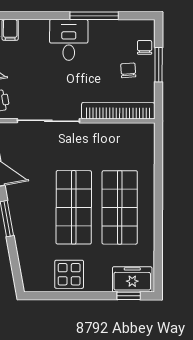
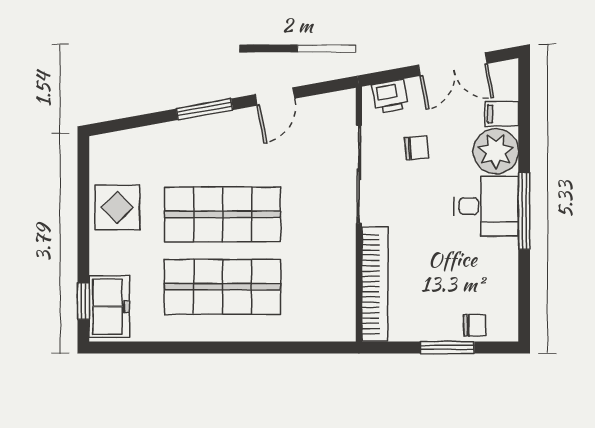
window: (94, 16) -> (524, 211), moved
plant: (34, 34) -> (496, 151), added
chair: (128, 70) -> (416, 148), moved

